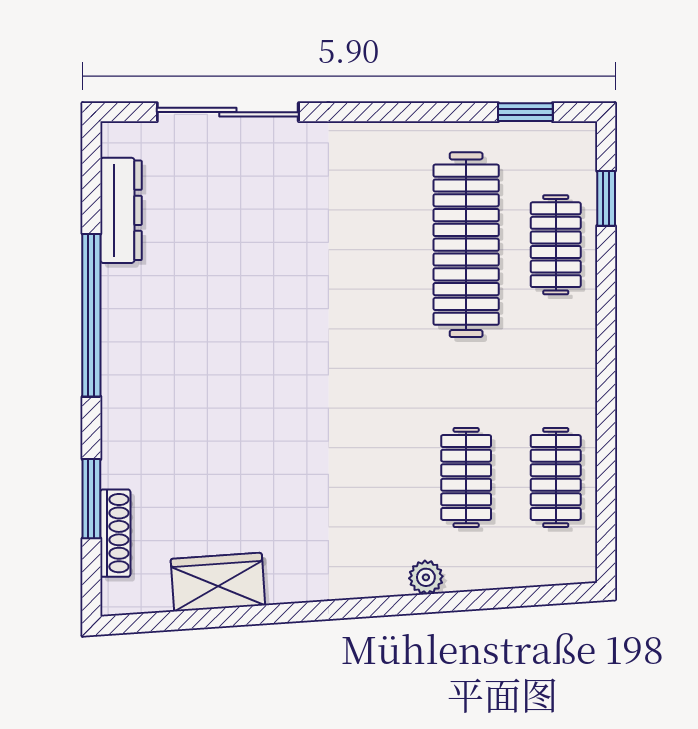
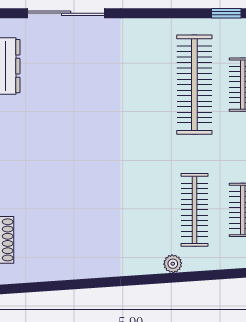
clothes rail: (466, 477) -> (194, 210), width x1.36
wardrobe: (218, 582) -> (61, 266), removed

